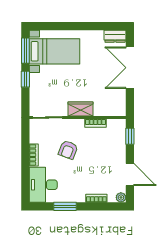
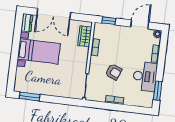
bed with nightstands: (54, 51) -> (39, 51), moved, turned 90
window: (25, 79) -> (53, 99), removed
wardrobe: (80, 109) -> (85, 36), moved
desk: (43, 185) -> (145, 76), moved, turned -90
window: (65, 206) -> (158, 91), moved

